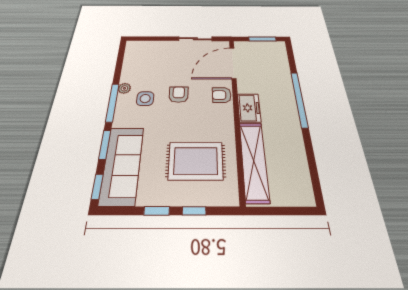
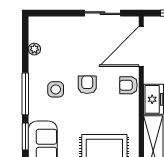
plant: (124, 88) -> (34, 49), moved

